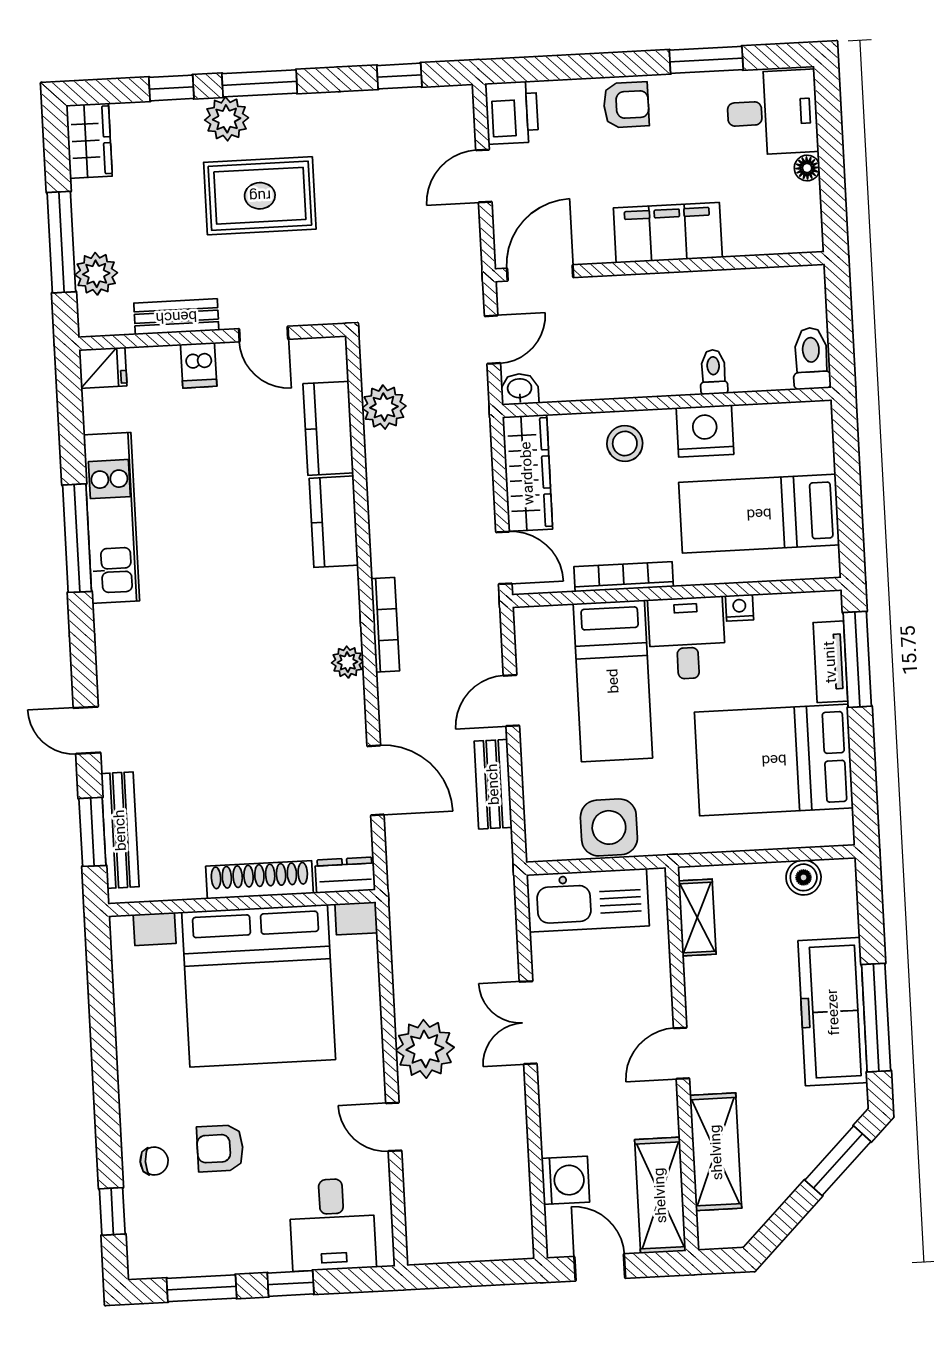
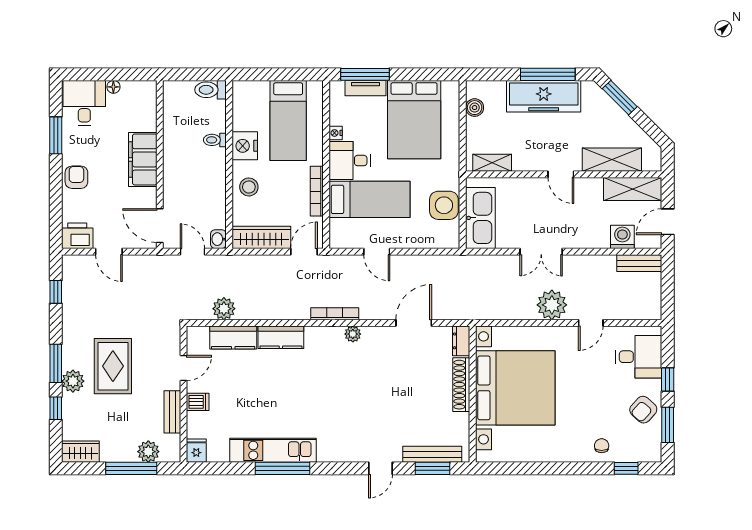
bench: (493, 784) -> (639, 263), moved
armchair: (220, 1148) -> (643, 410), moved, turned 42

